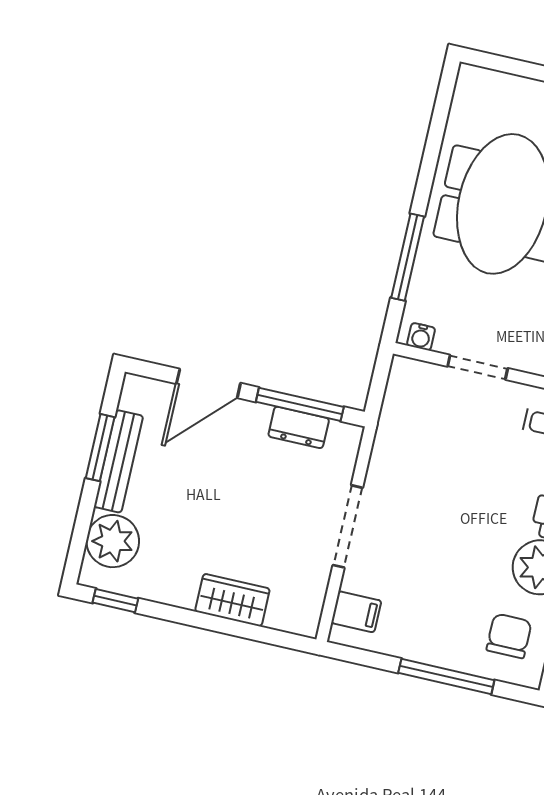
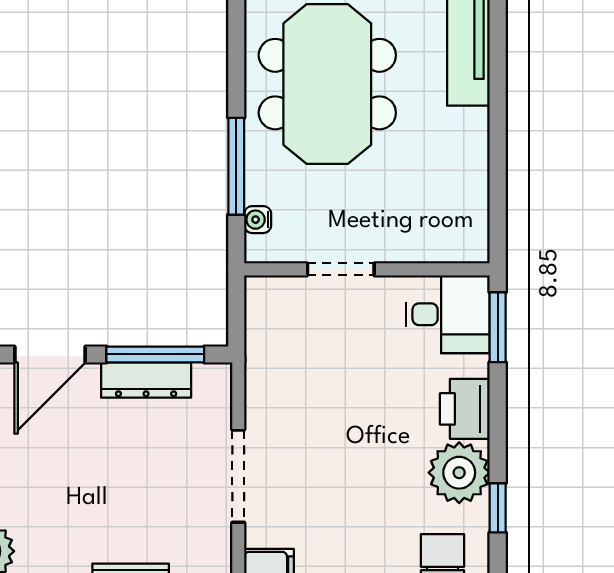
water cooler: (421, 337) -> (258, 220), moved, turned 90
dresser: (299, 427) -> (146, 380), width x1.44

